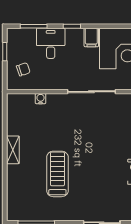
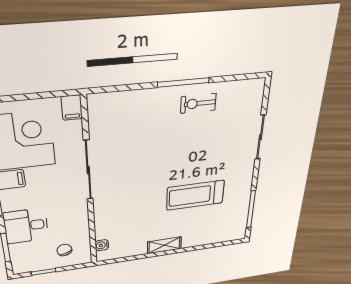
water cooler: (41, 99) -> (102, 245), moved

